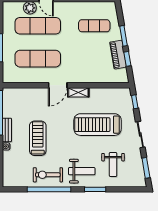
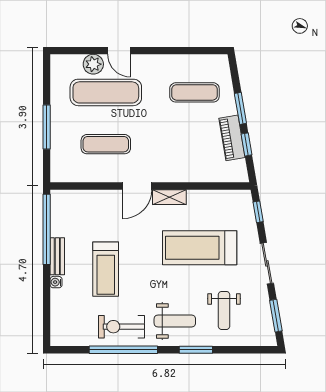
exercise mat: (38, 59) -> (106, 144), width x0.73, depth x0.69
treadmill: (38, 138) -> (106, 269), turned 180

